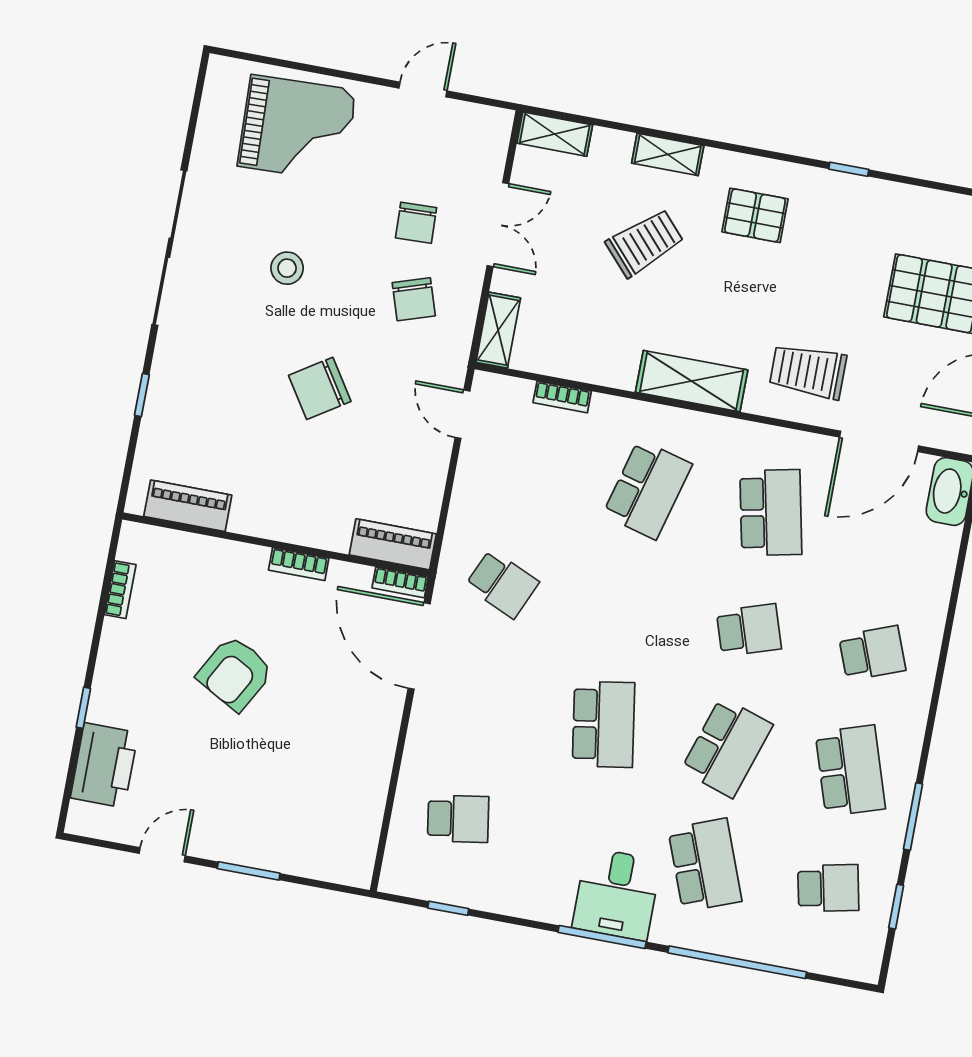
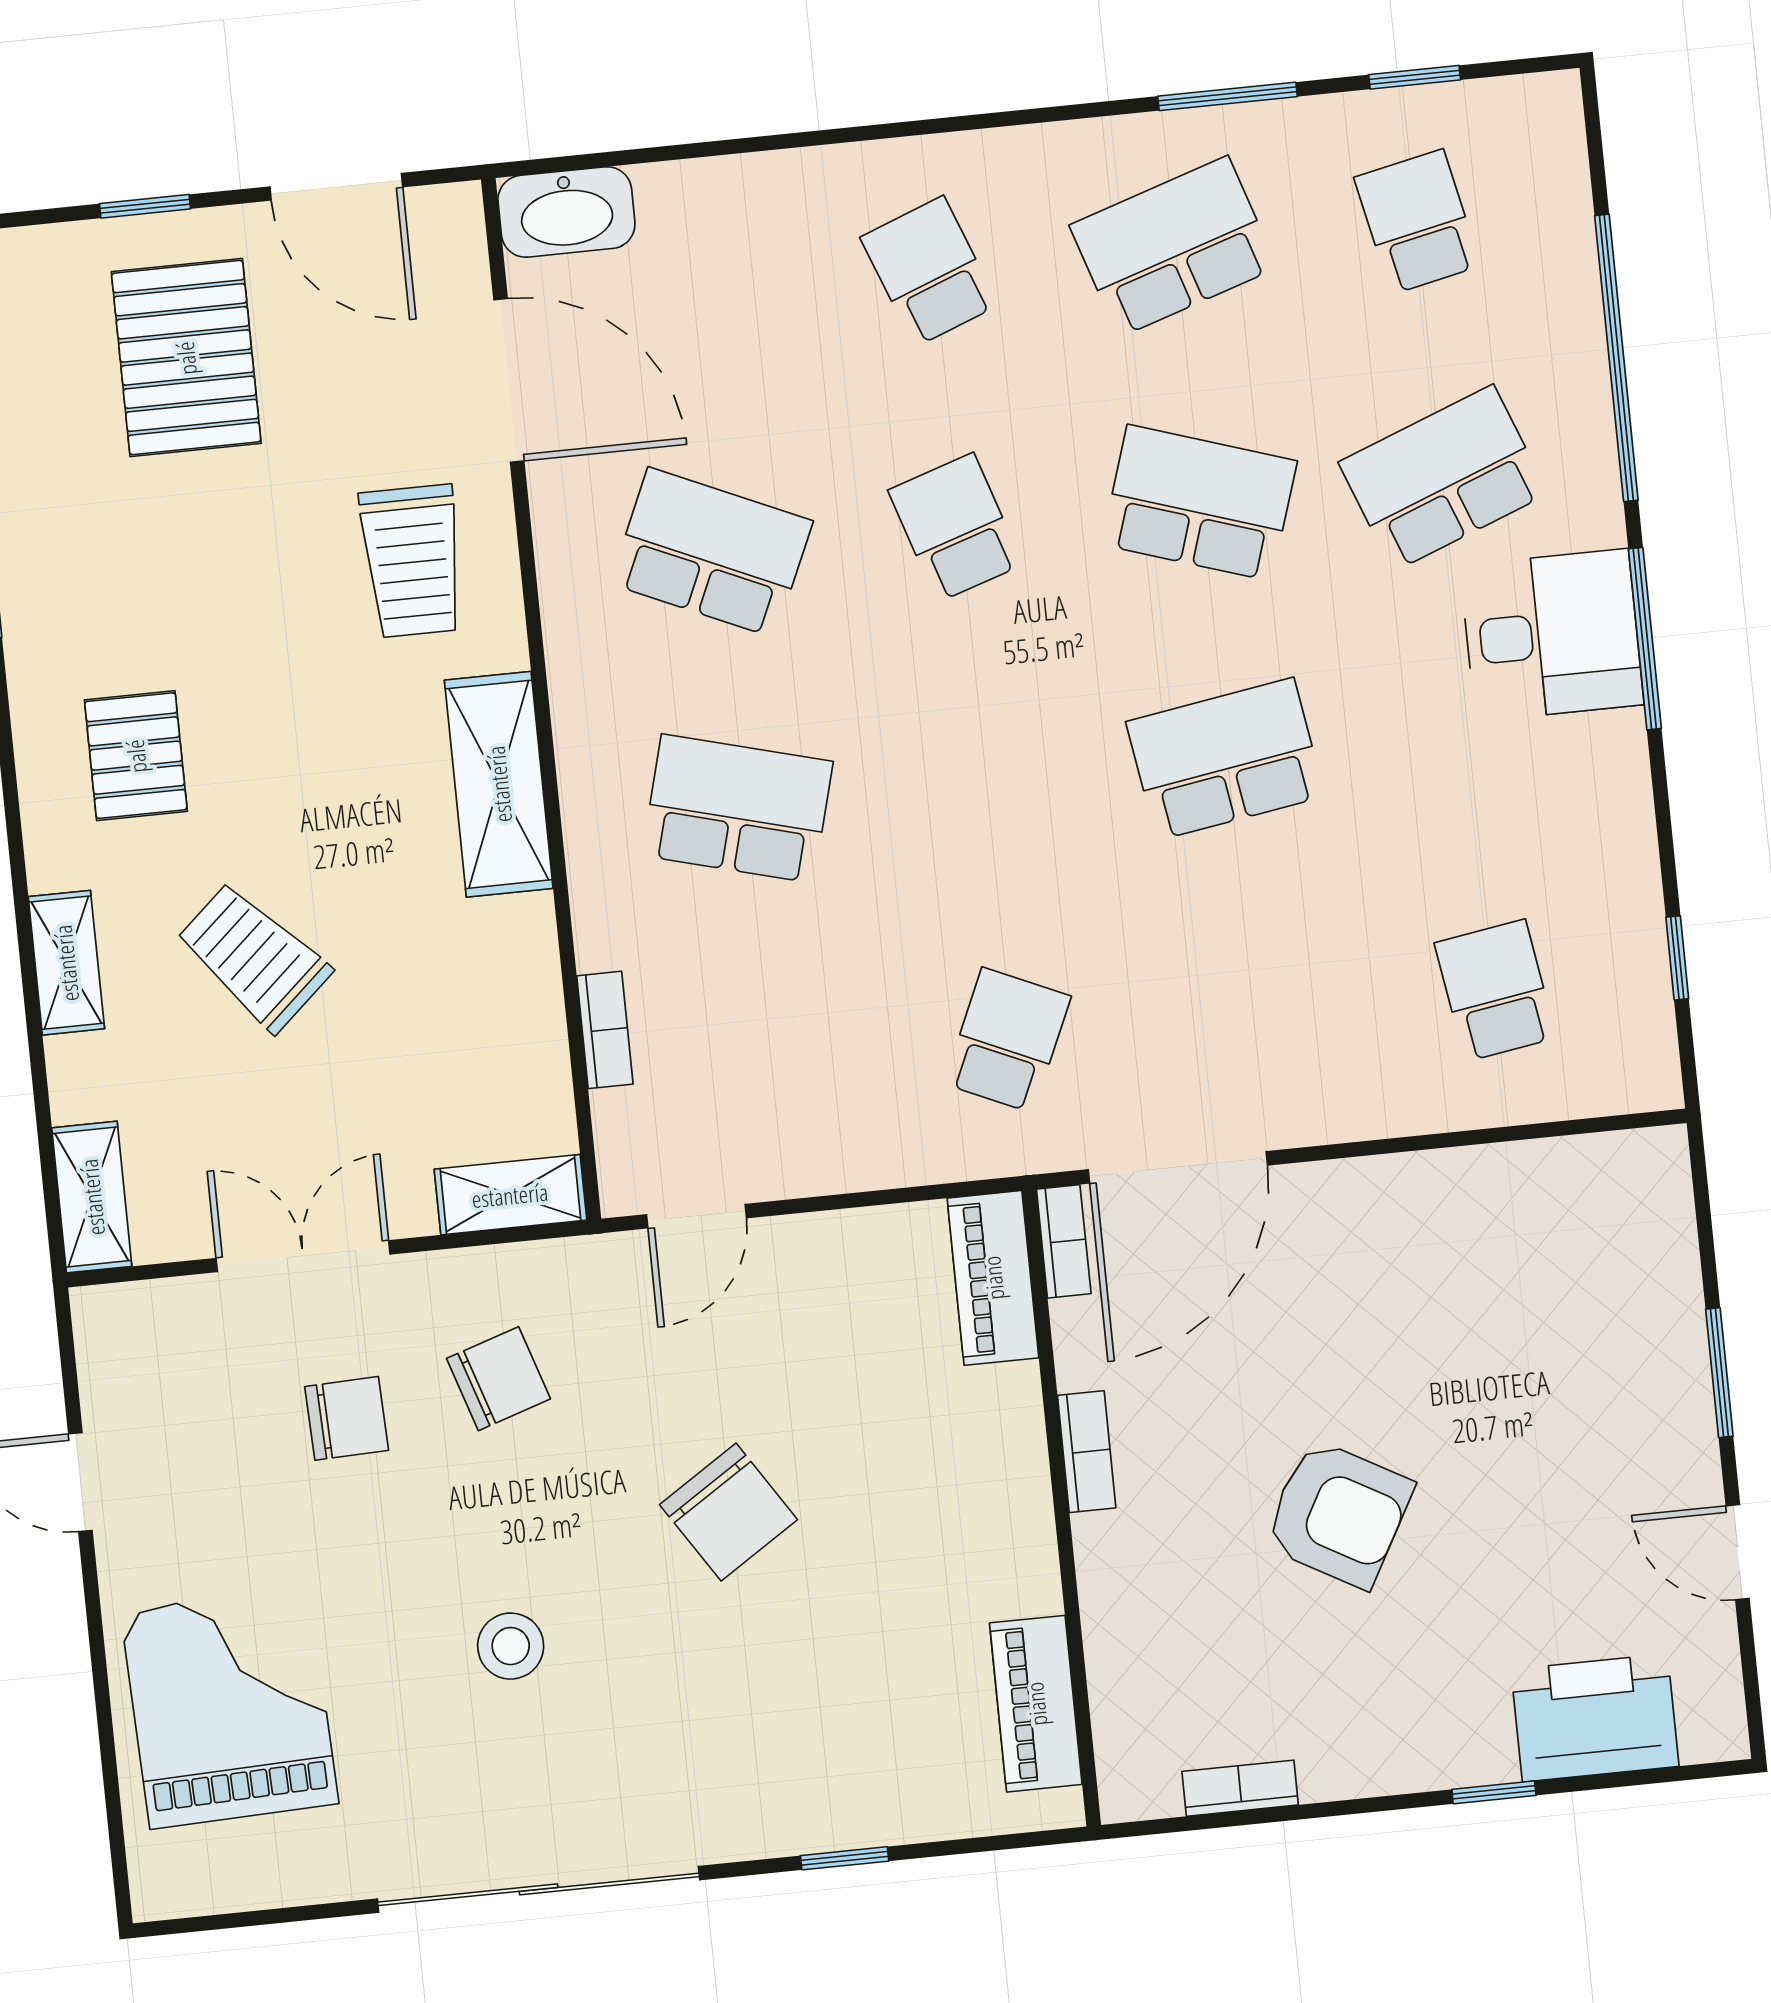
school desk: (771, 513) -> (711, 552), turned 36

